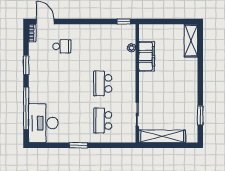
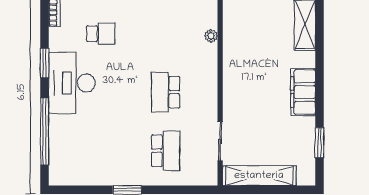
filing cabinet: (147, 56) -> (303, 92), moved, turned 180
school desk: (103, 121) -> (166, 151), turned 180
desk: (43, 123) -> (72, 83), moved

